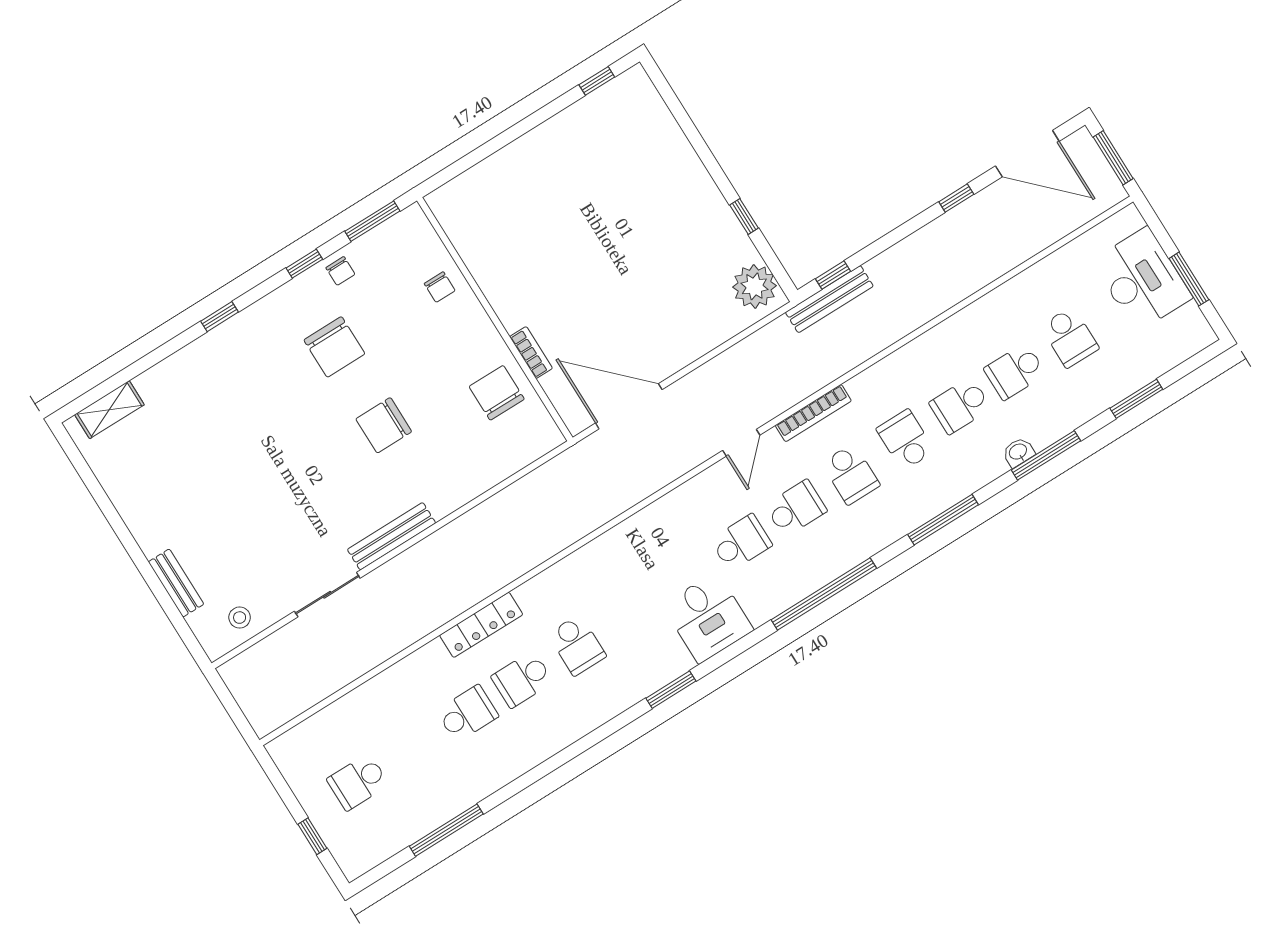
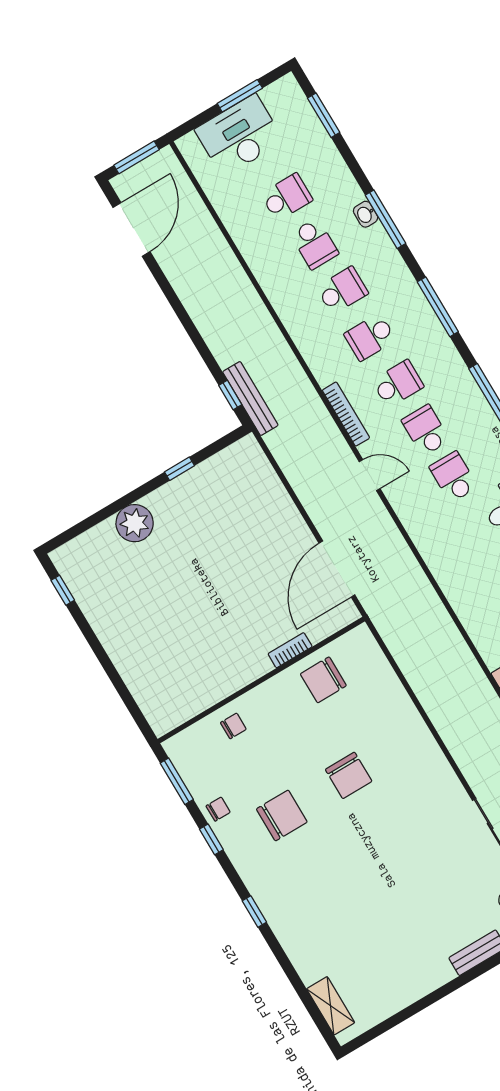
window: (956, 198) -> (168, 290), removed
plant: (754, 286) -> (135, 523), moved
window: (1136, 399) -> (324, 115), moved
school desk: (960, 406) -> (342, 290), turned -90
washbasin: (1018, 452) -> (366, 214), moved
bench: (392, 536) -> (442, 771), removed

